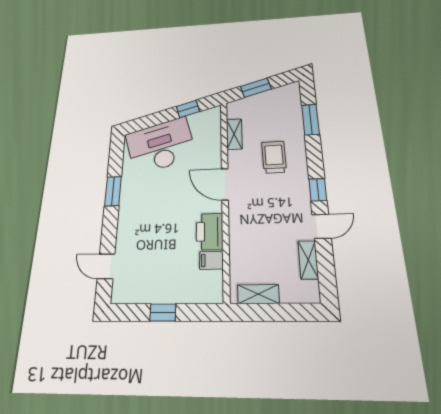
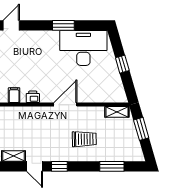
window: (188, 109) -> (122, 64), moved
shelving: (234, 134) -> (117, 112), moved
desk: (161, 146) -> (83, 48), moved, turned -74
printer: (210, 232) -> (33, 97), width x0.53, depth x0.68

